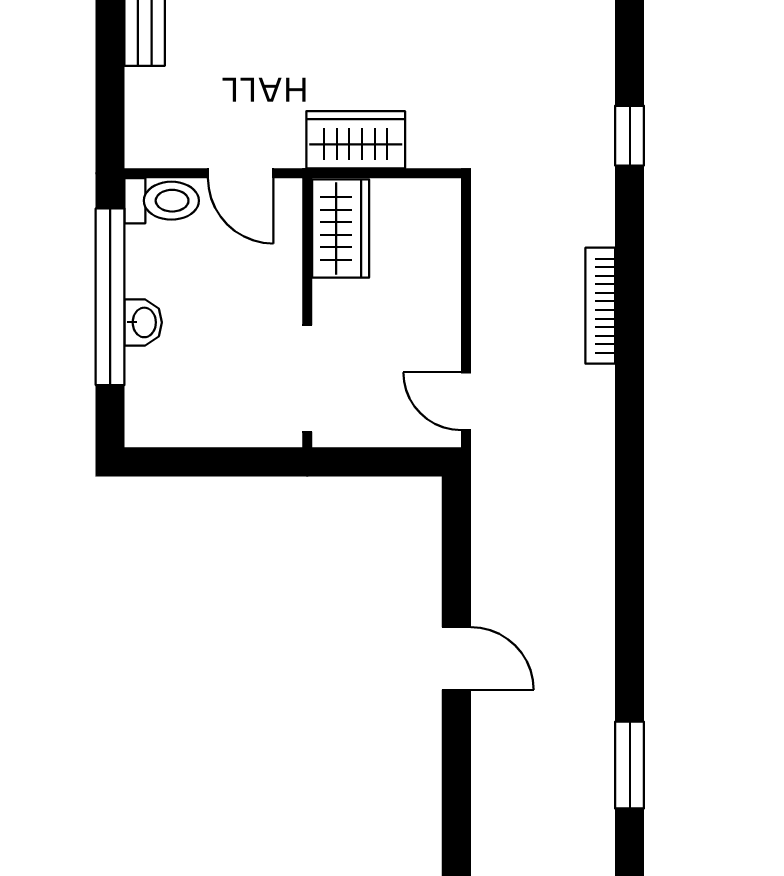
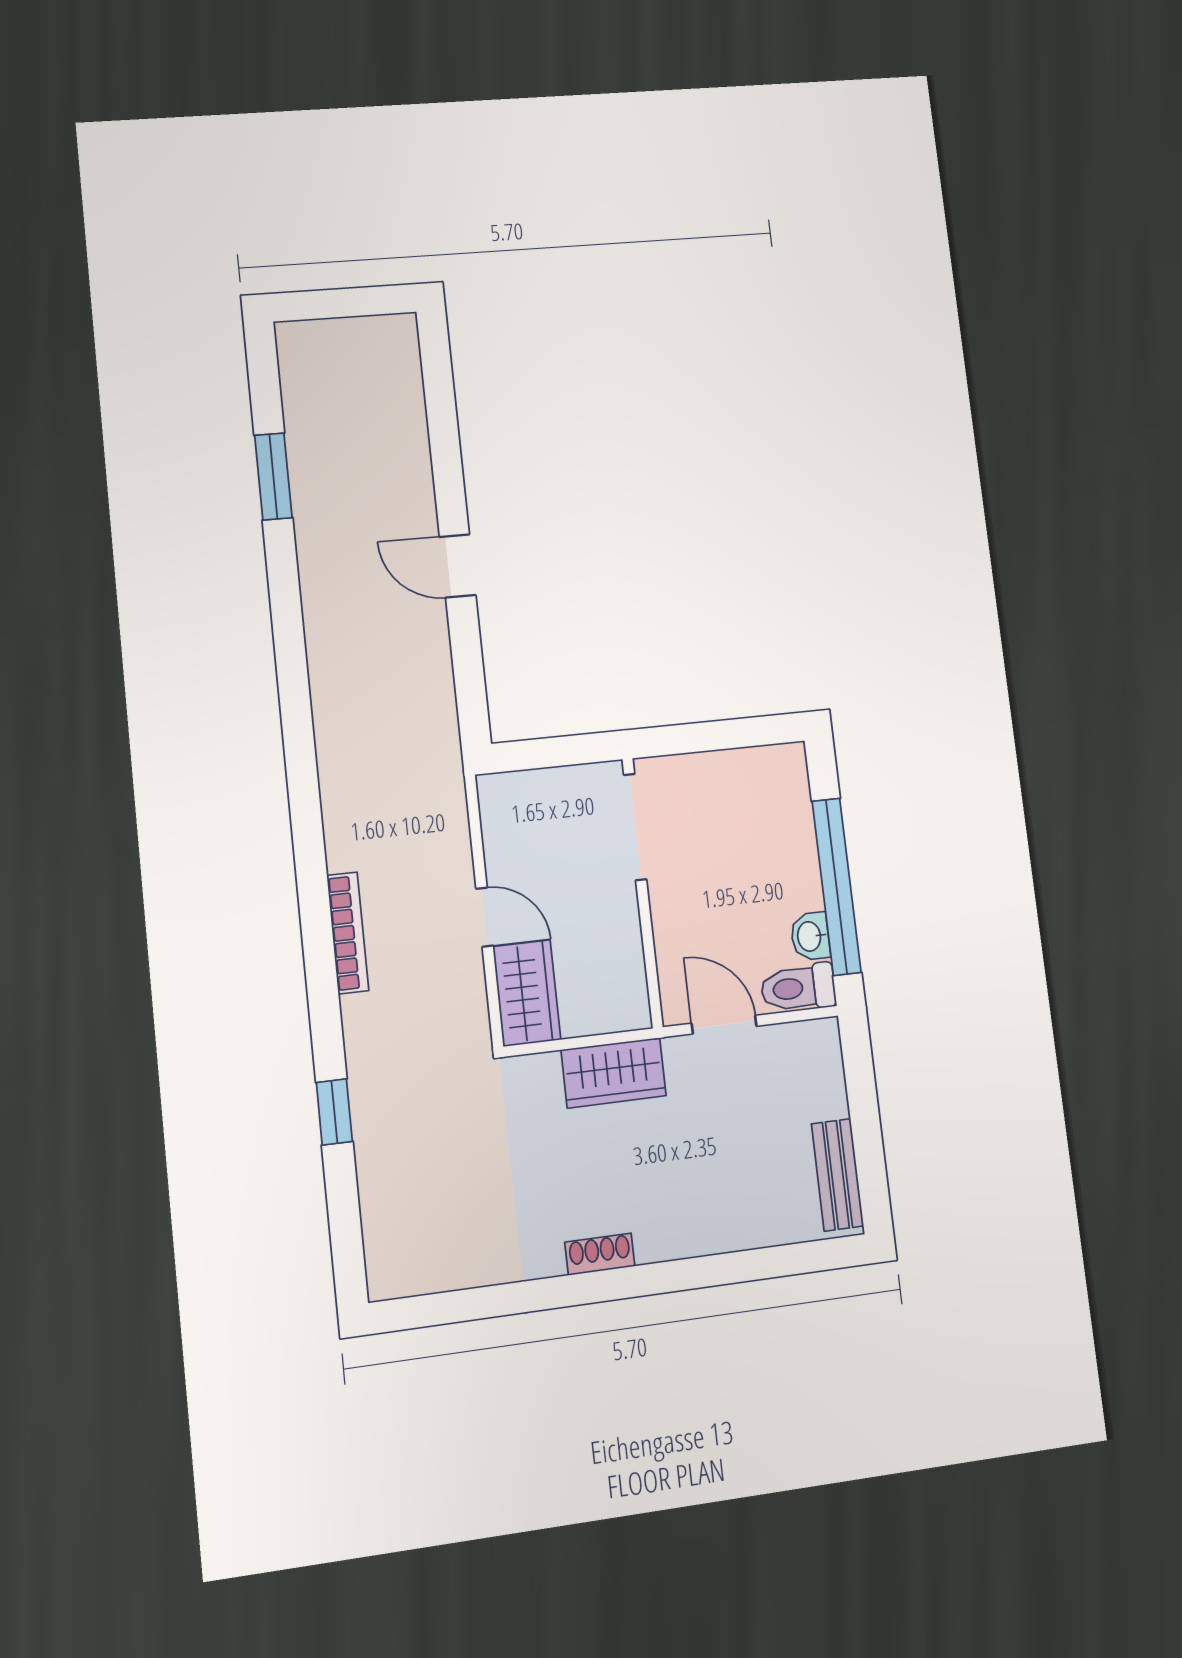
wardrobe: (341, 229) -> (527, 993), moved, turned 180
washbasin: (143, 322) -> (810, 936), moved
door: (466, 401) -> (485, 917), moved

